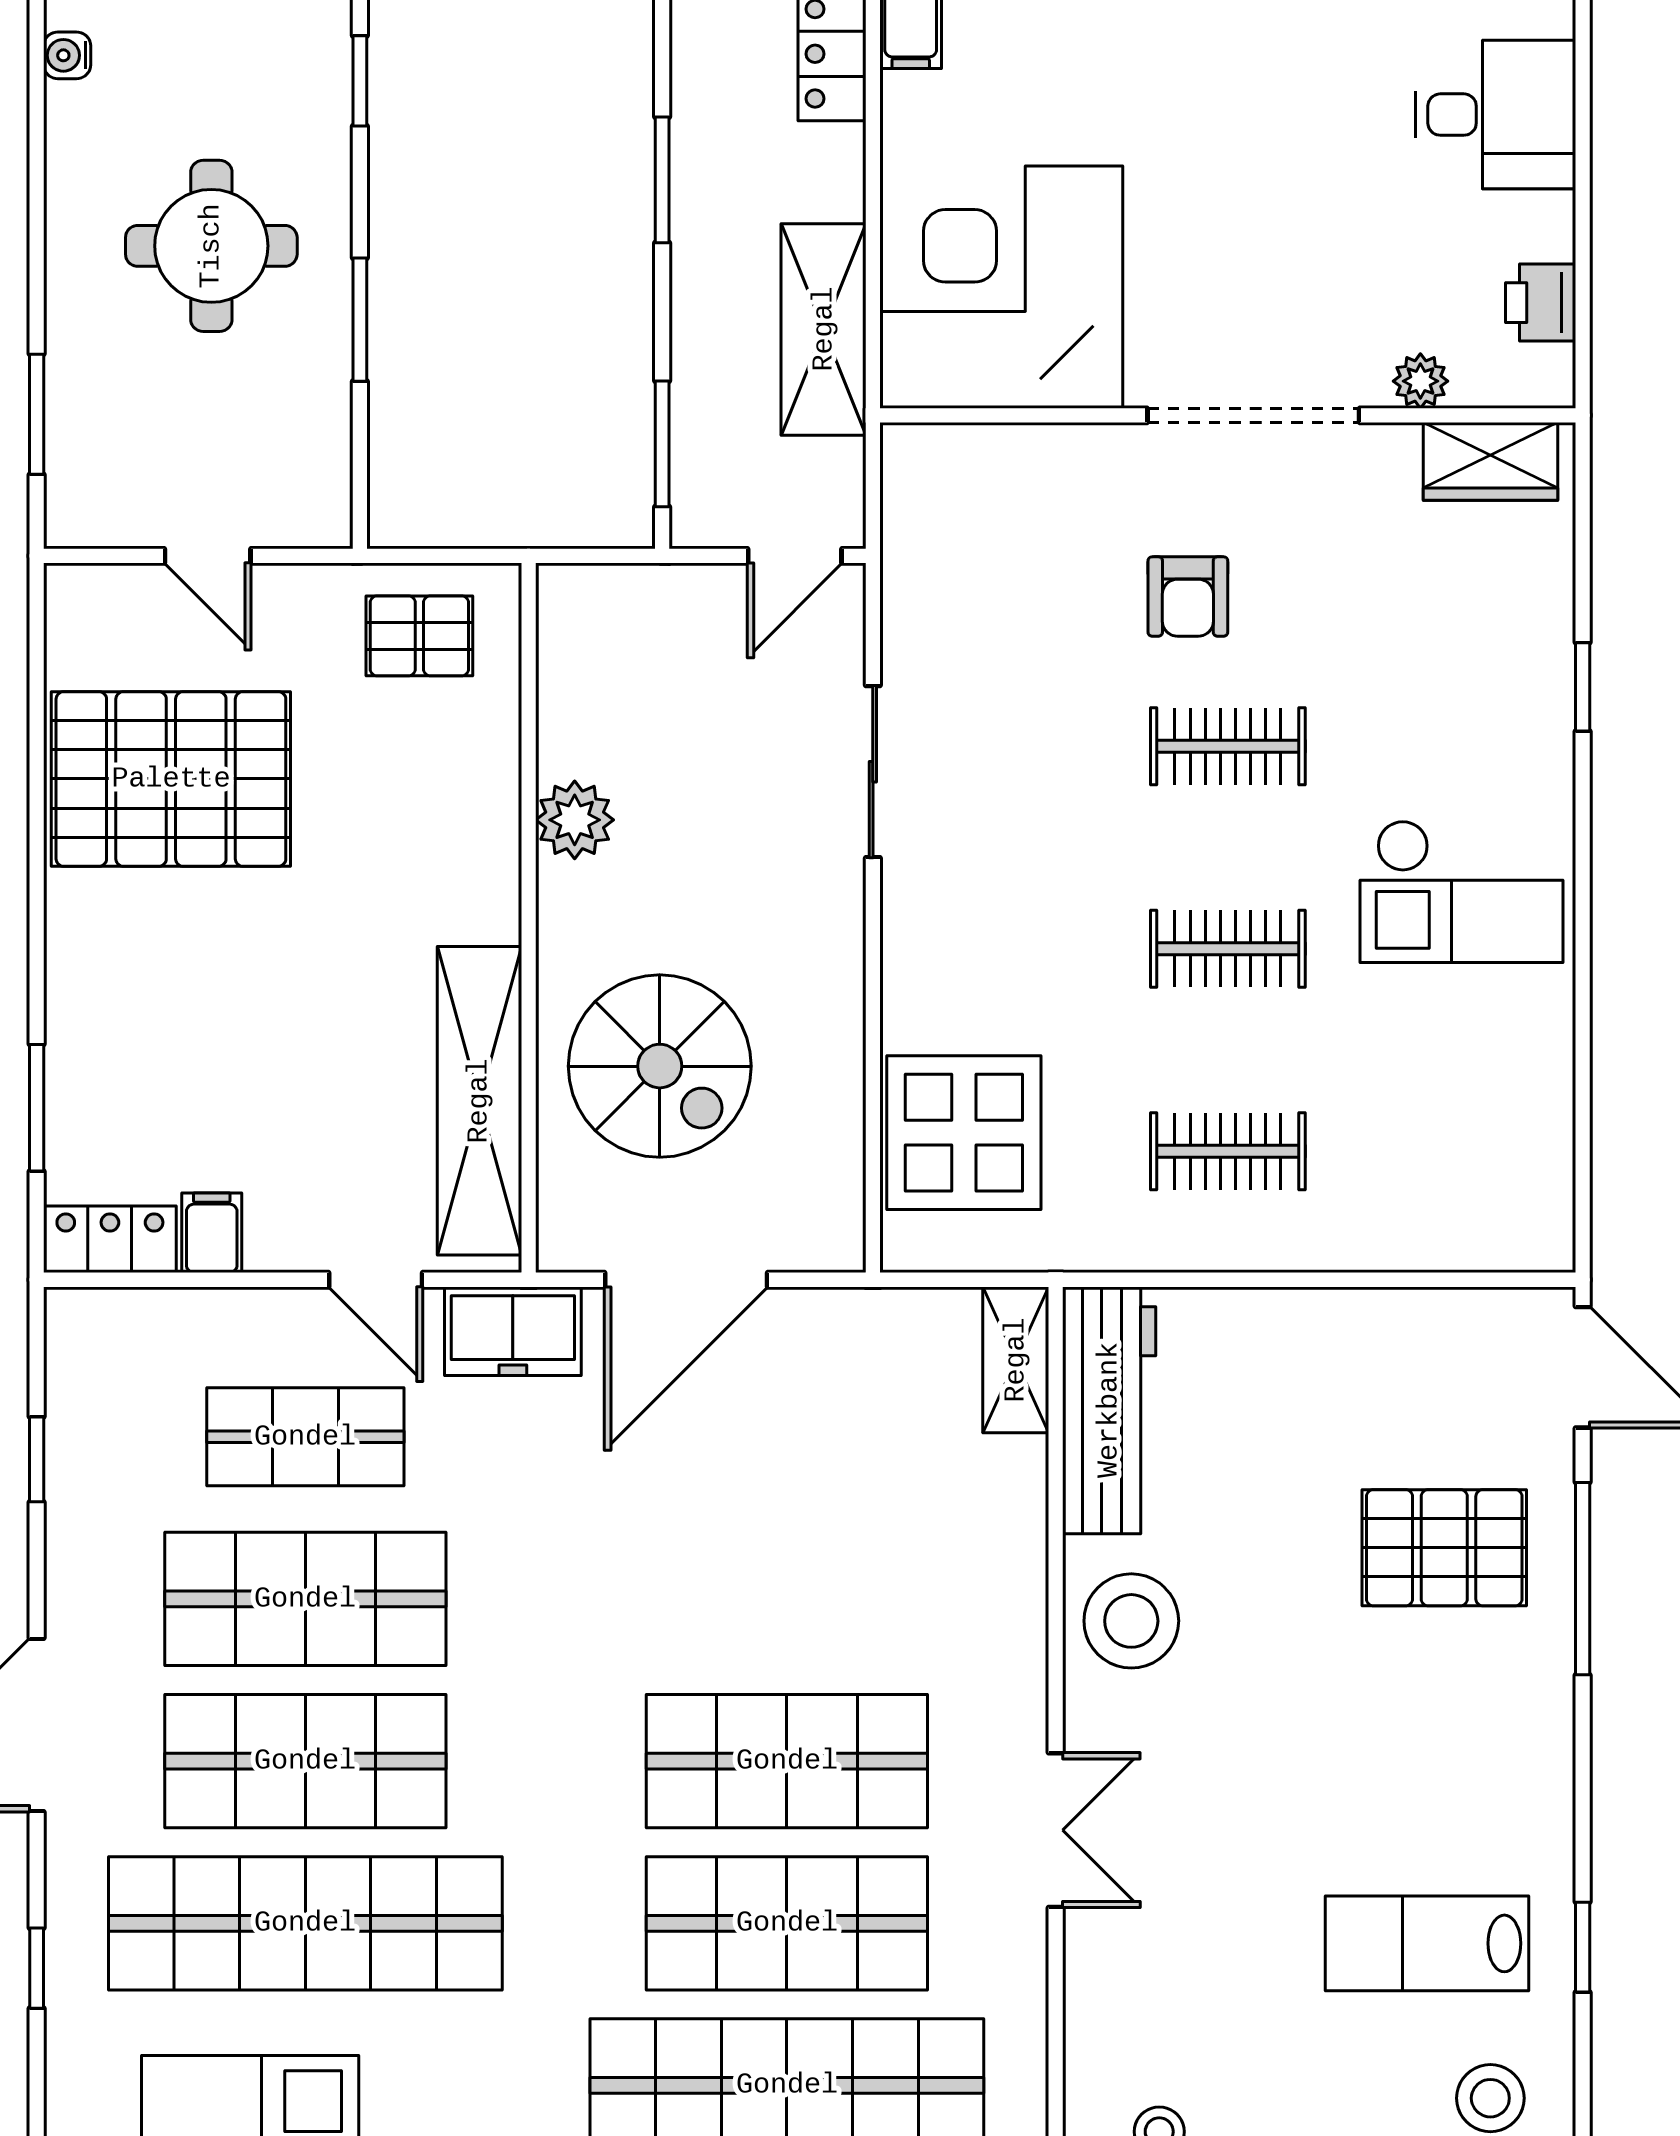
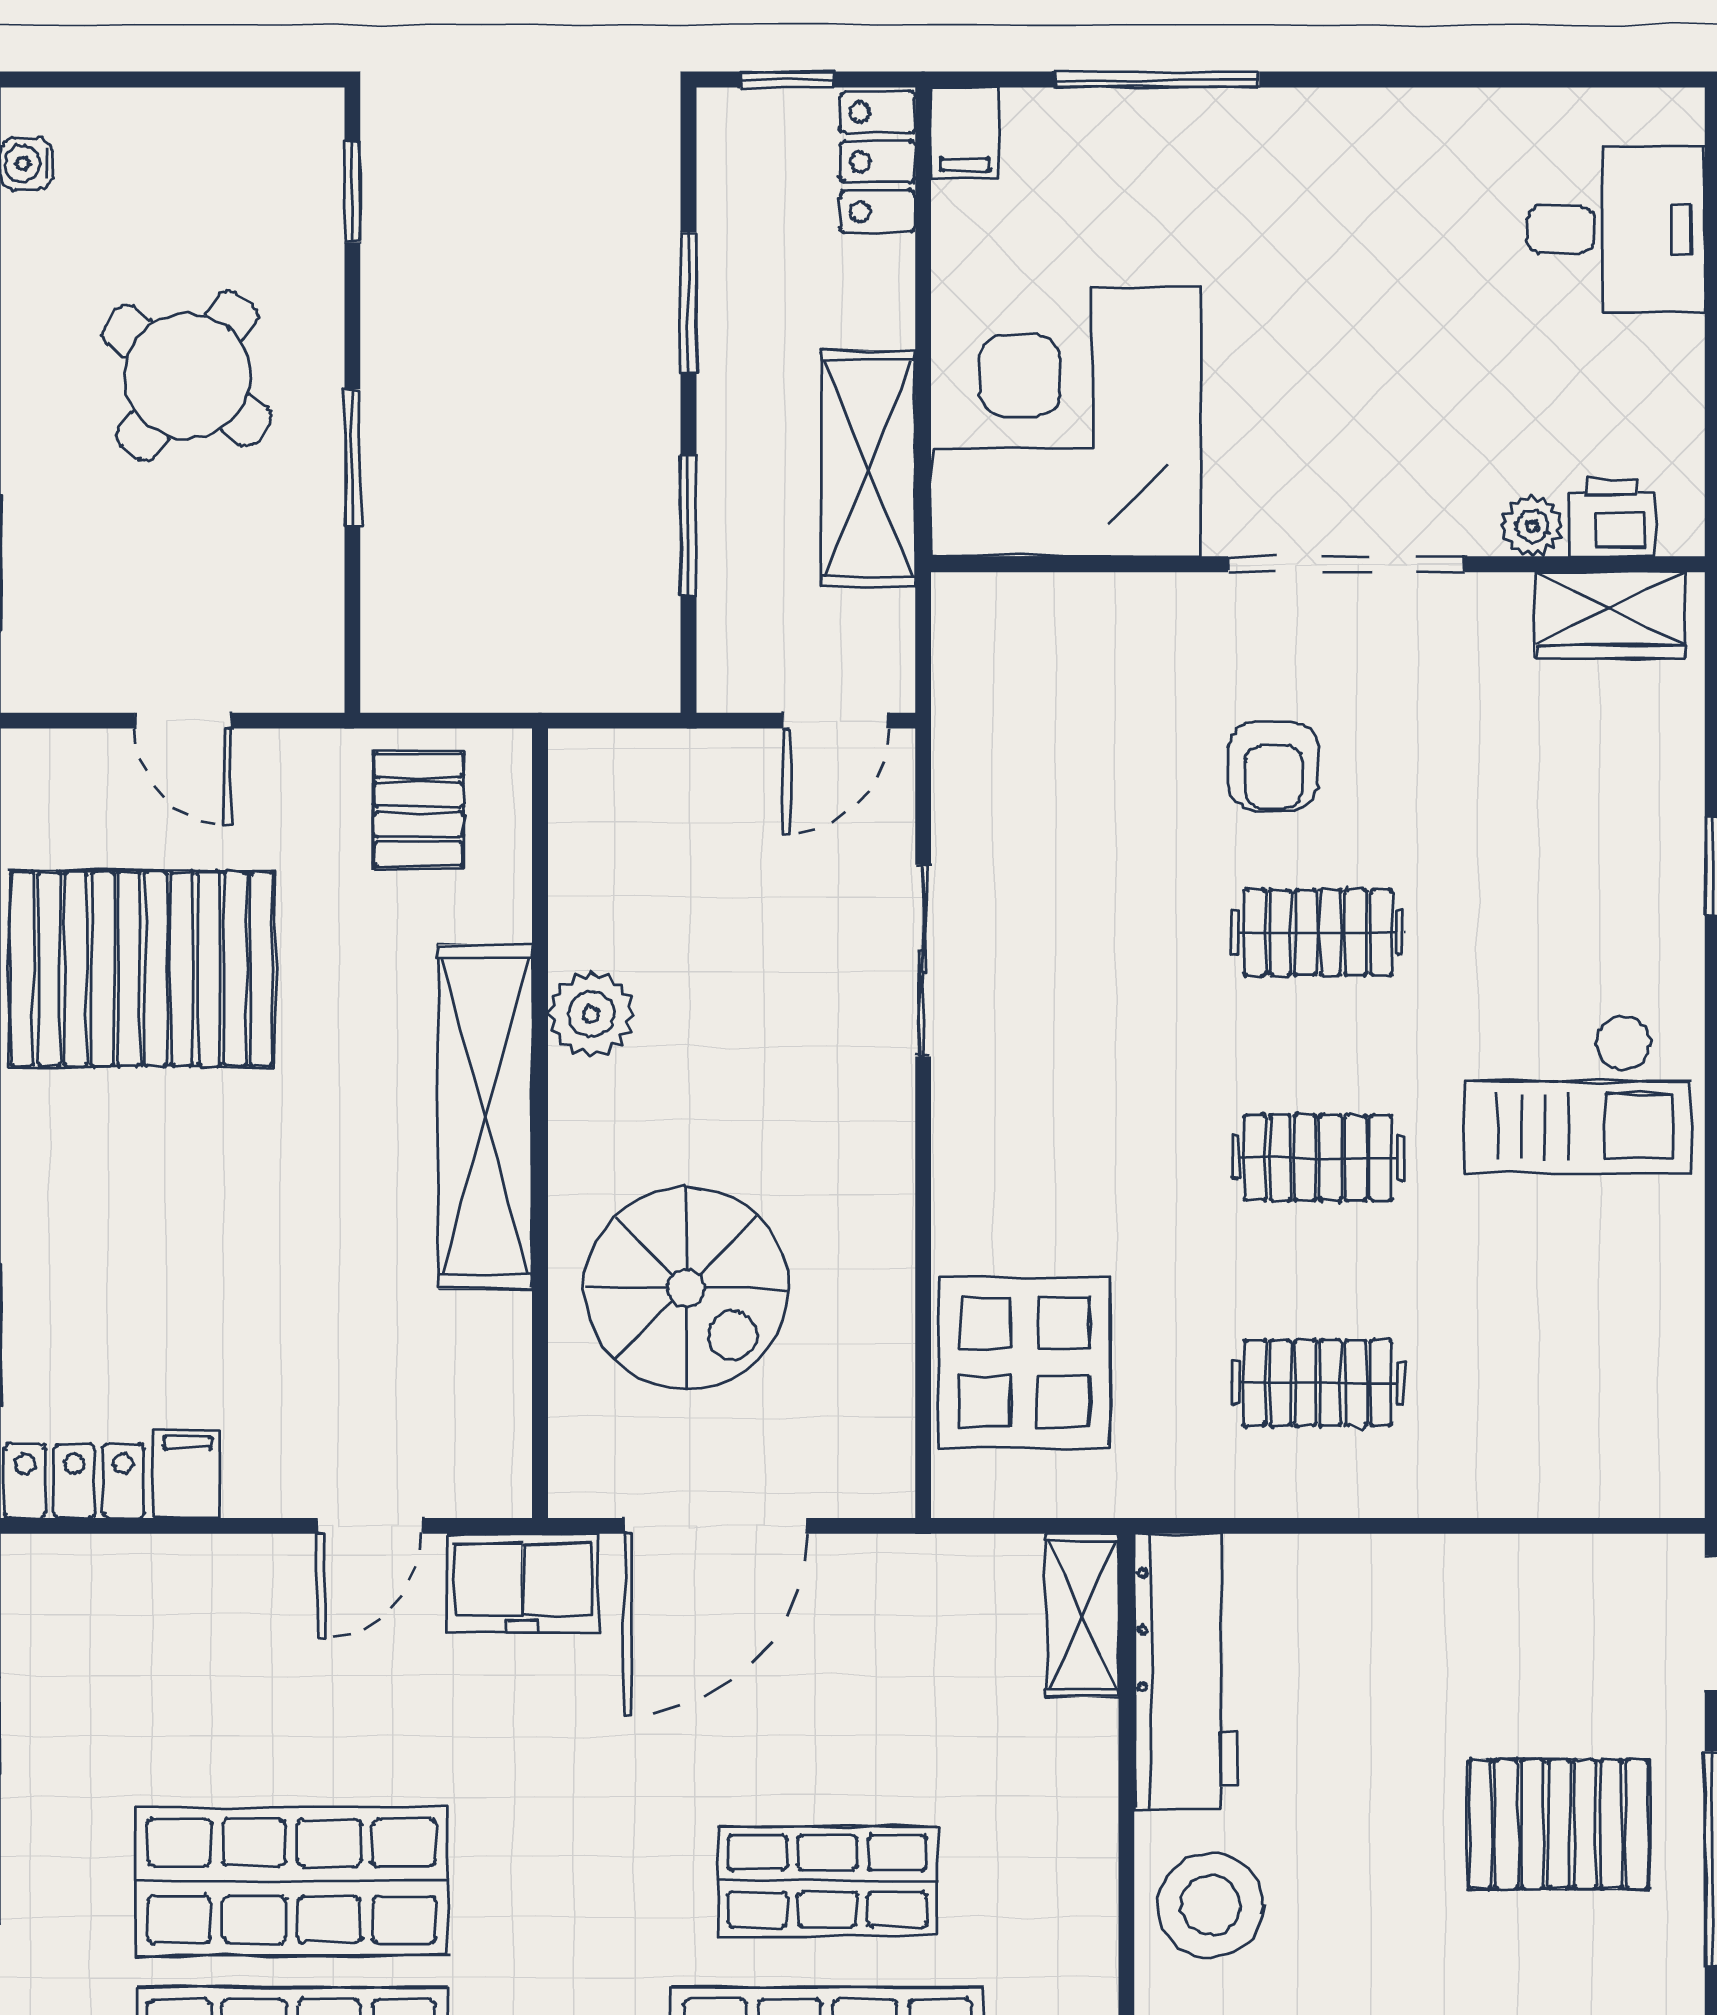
round table: (211, 246) -> (187, 376), turned 37
printer: (1541, 303) -> (1612, 517), moved, turned 90
window: (662, 444) -> (689, 525), moved
pallet: (419, 636) -> (418, 810), turned 90
shelving: (479, 1101) -> (485, 1116), moved
door: (376, 1280) -> (370, 1526), hinge flipped
shop shelf: (305, 1437) -> (827, 1881), moved

